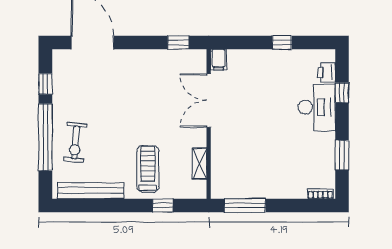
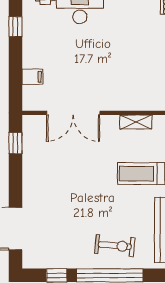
window: (282, 42) -> (15, 27), moved
filing cabinet: (219, 60) -> (32, 77), moved

